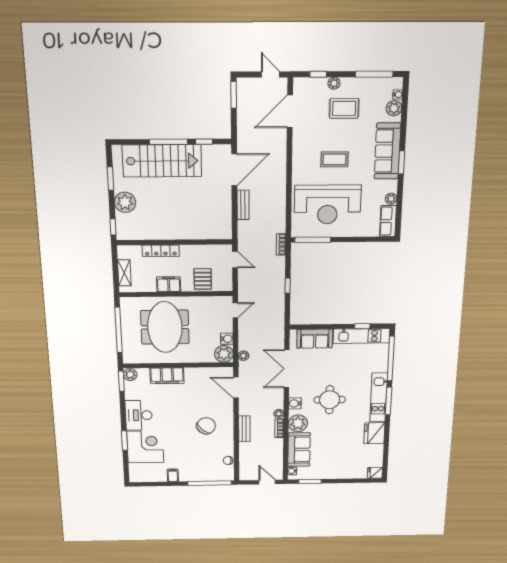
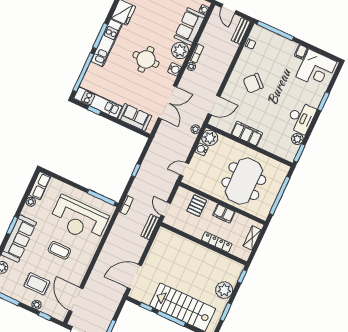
door: (290, 111) -> (76, 300), swing flipped
bench: (243, 205) -> (150, 227), moved
reception desk: (328, 205) -> (79, 219), turned 180
plant: (130, 375) -> (297, 139), moved
filing cabinet: (167, 376) -> (247, 134), moved
door: (236, 388) -> (214, 105), hinge flipped
bench: (244, 429) -> (241, 31), moved
corner desk: (145, 447) -> (316, 69), moved, turned -90

